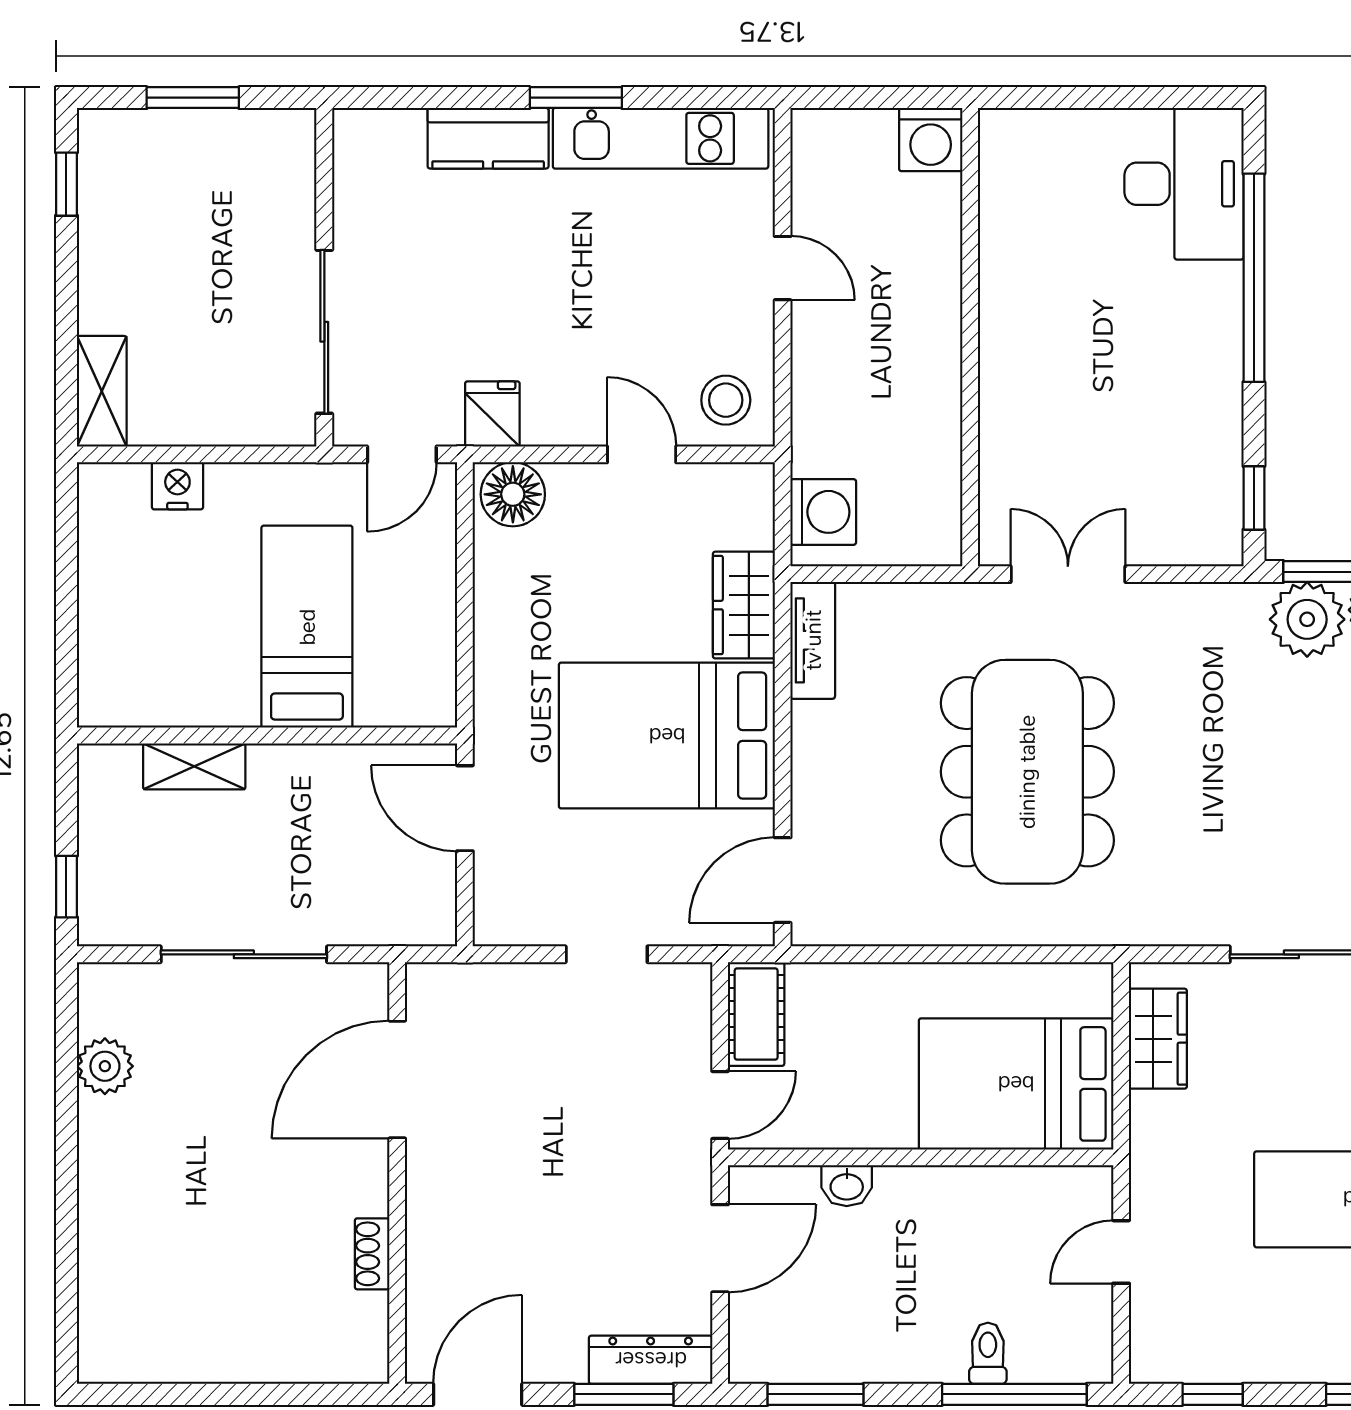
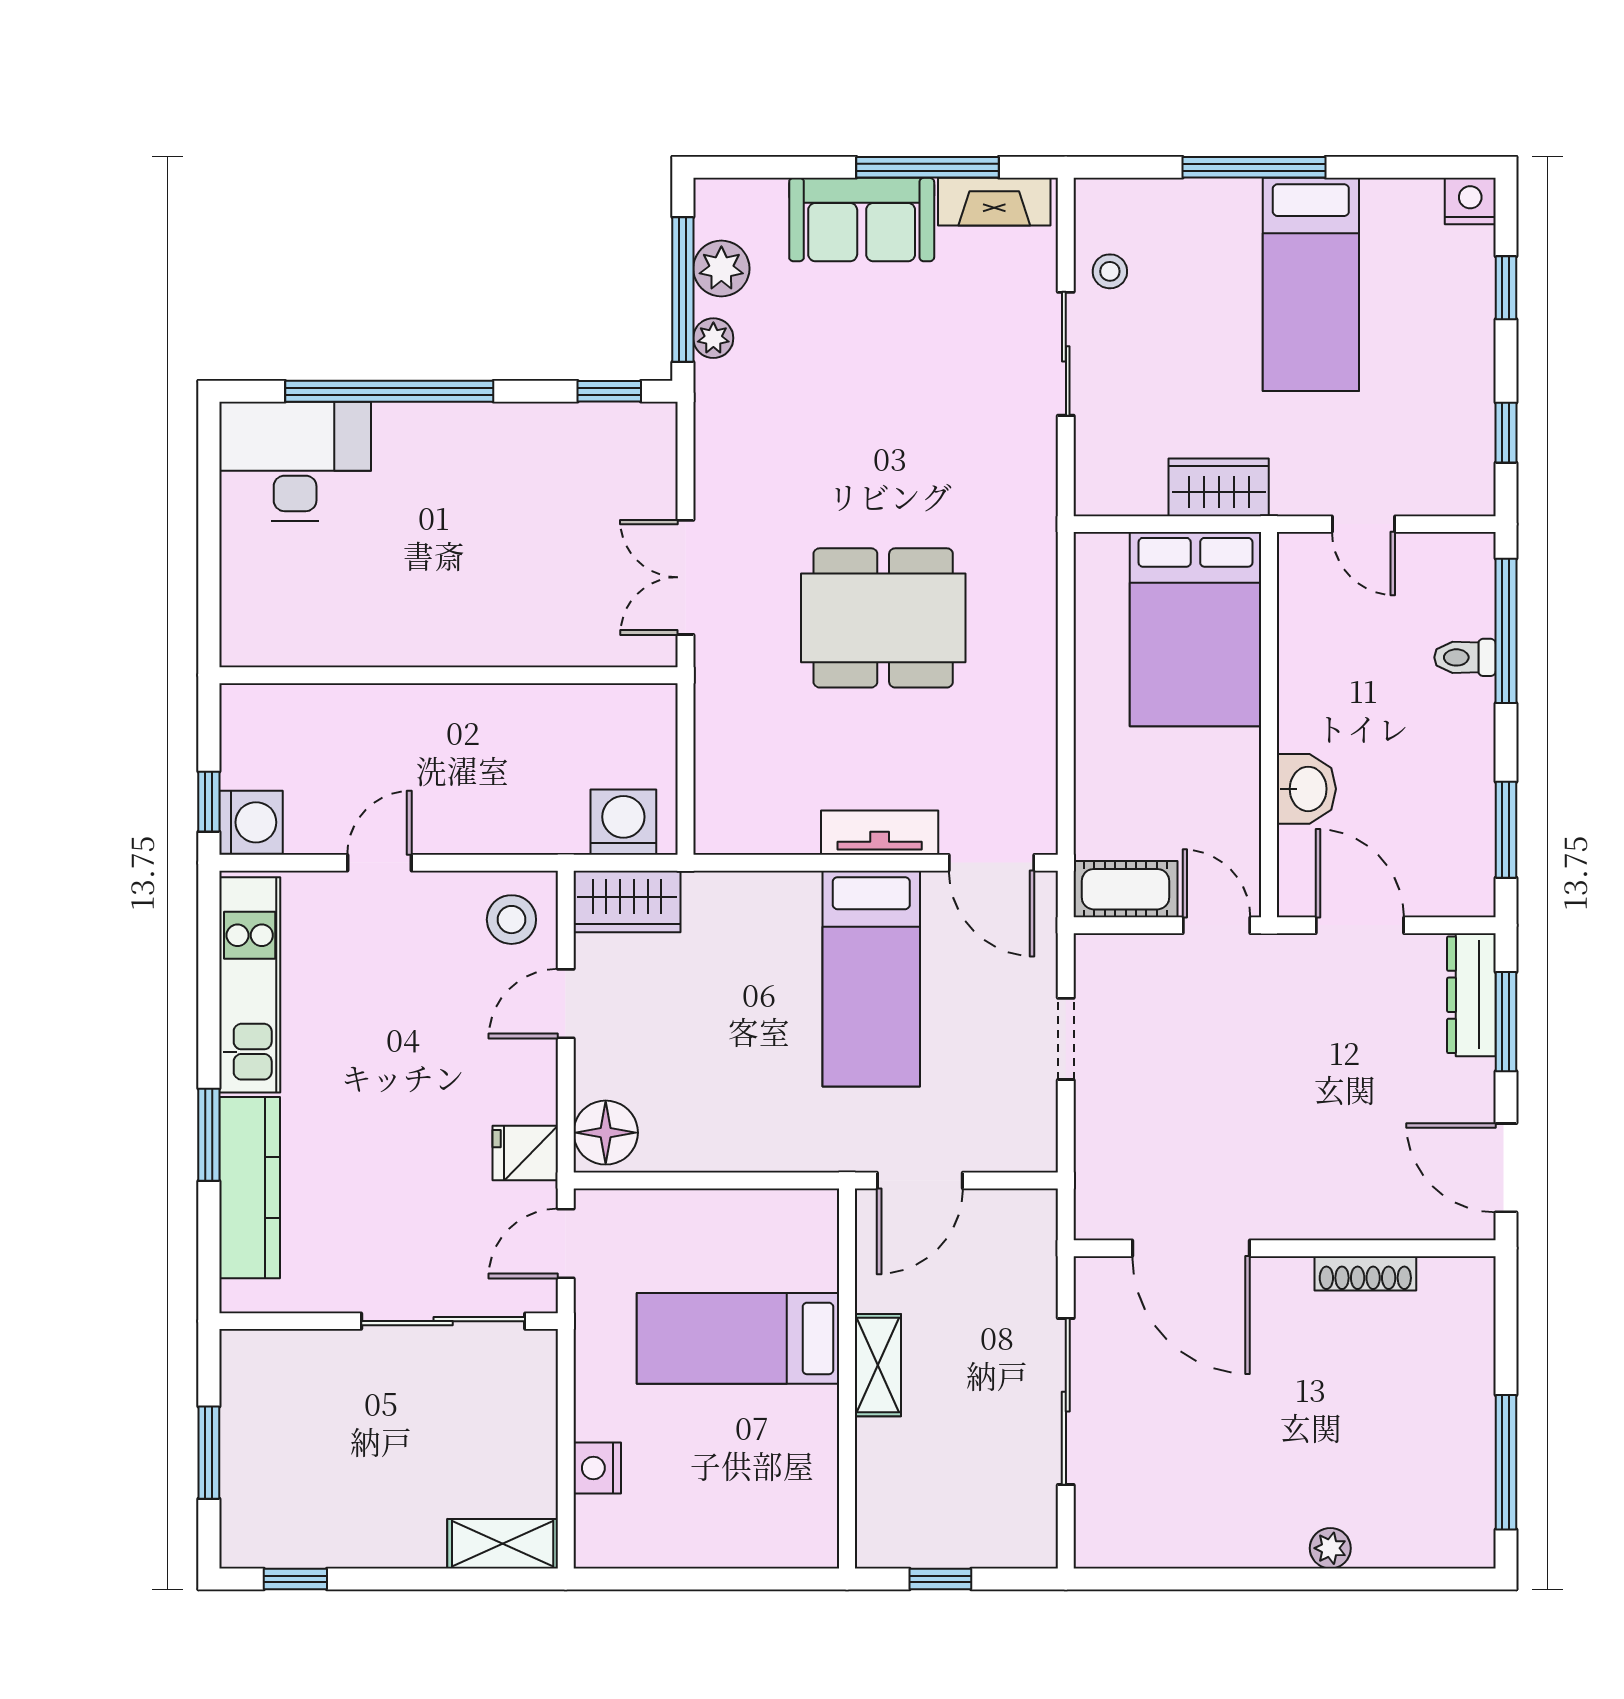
window: (576, 98) -> (209, 1135), moved
window: (844, 98) -> (209, 802), added
kitchen counter: (488, 138) -> (250, 1188), width x1.50
washing machine: (931, 140) -> (251, 822), moved
door: (402, 454) -> (566, 1244), swing flipped
wardrobe: (744, 605) -> (627, 902), moved
plant: (1307, 619) -> (713, 338), width x0.53, depth x0.53
tv unit: (813, 640) -> (880, 833), moved
bed: (667, 736) -> (871, 979), width x0.67
shelving: (194, 766) -> (878, 1365), moved
dining table: (1027, 772) -> (883, 618), width x0.73, depth x0.80
window: (66, 887) -> (940, 1579), moved
wardrobe: (1158, 1039) -> (1219, 487), moved
plant: (105, 1066) -> (1330, 1548), moved, width x0.73, depth x0.73
washbasin: (847, 1186) -> (1306, 789), width x1.38, depth x1.45
shoe rack: (372, 1254) -> (1365, 1273), width x1.43
window: (183, 1394) -> (1506, 1462), added

